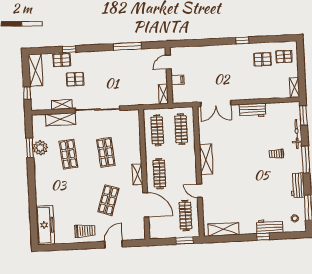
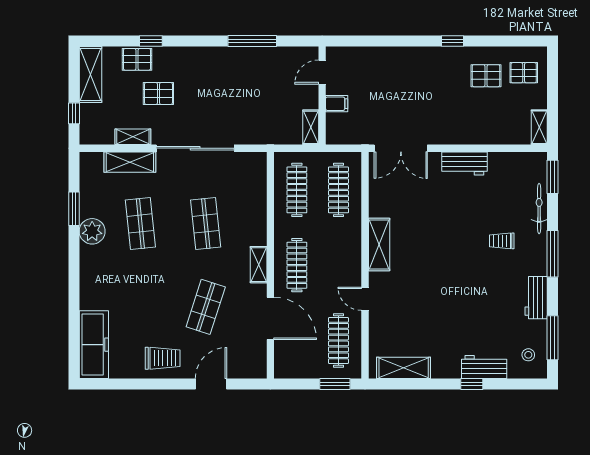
plant: (40, 148) -> (92, 231), moved

